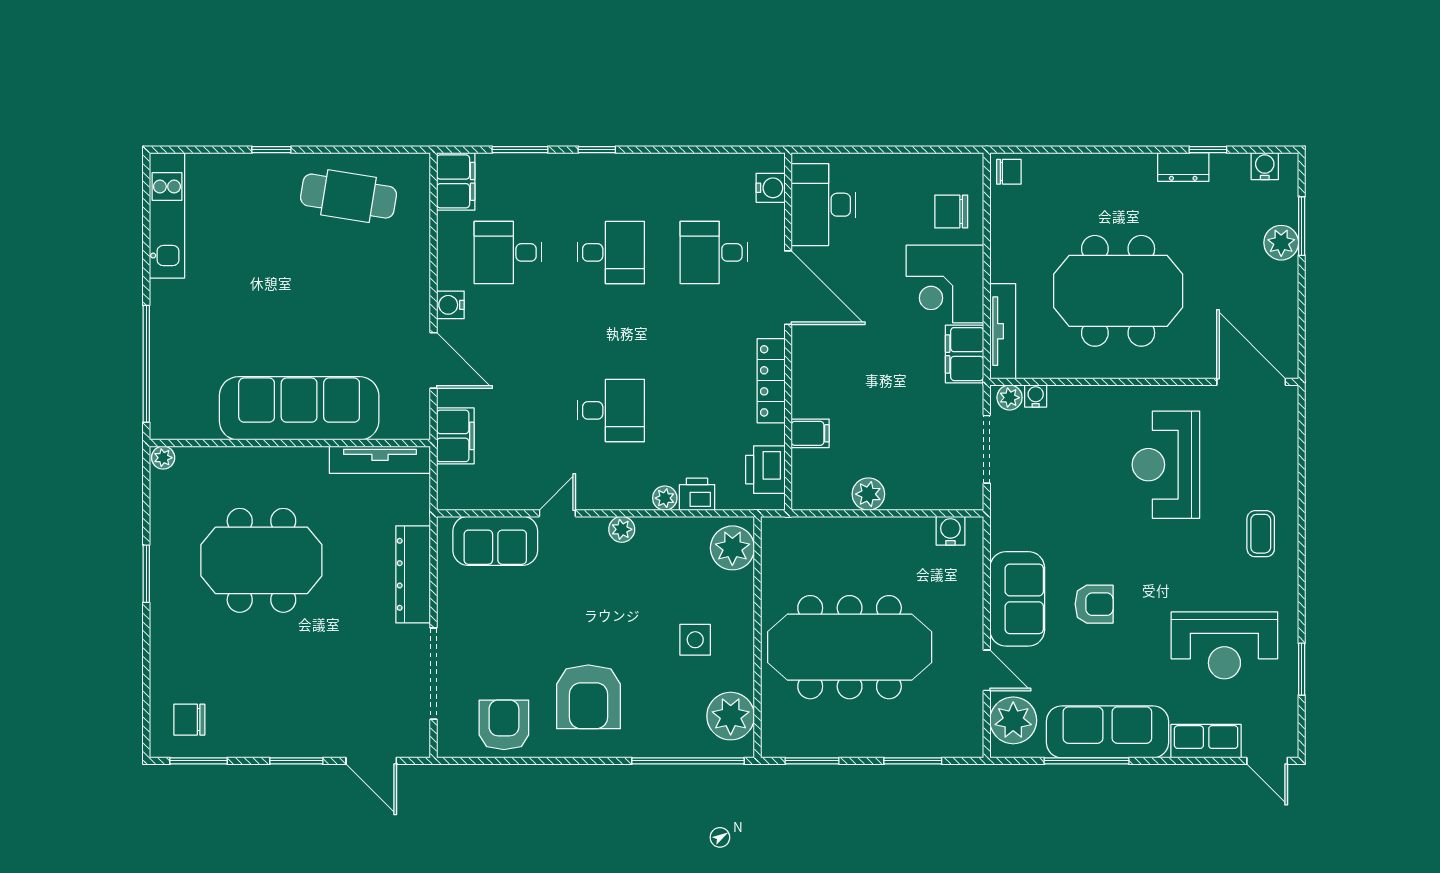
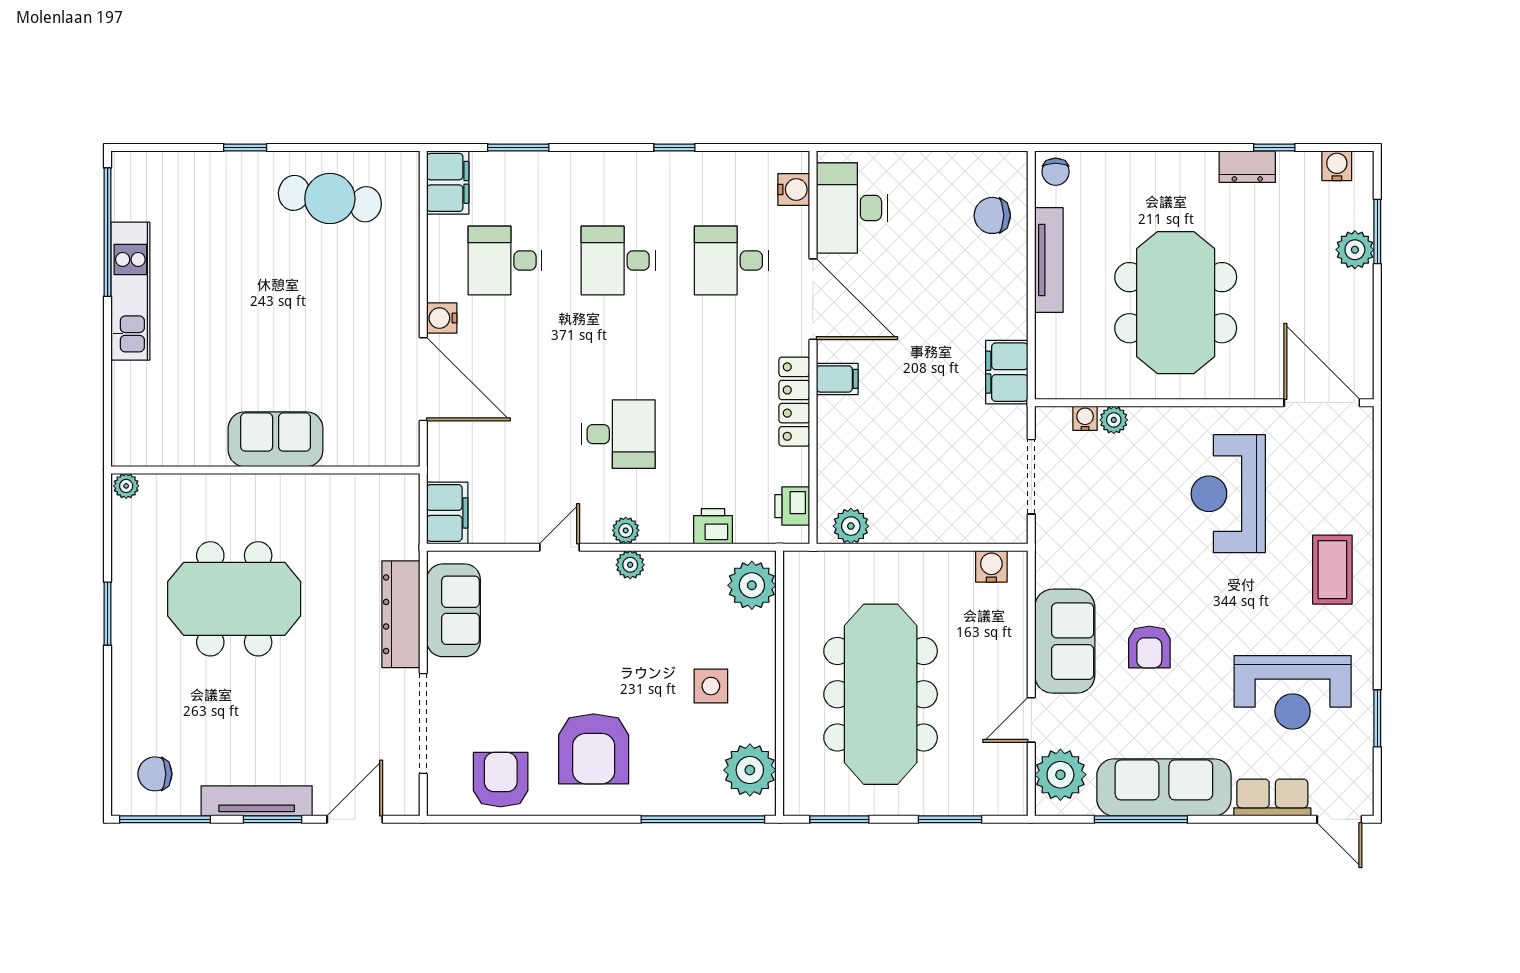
window: (597, 150) -> (674, 147), moved
chair: (1009, 172) -> (1056, 172), turned 90
kitchen unit: (167, 215) -> (130, 291), moved
desk: (611, 252) -> (618, 260), turned 180
corner desk: (945, 284) -> (985, 295), removed
meeting table: (1118, 291) -> (1176, 303), turned 90
tv unit: (1003, 331) -> (1049, 260), moved
door: (434, 360) -> (423, 379), width x1.36
window: (146, 364) -> (108, 232), moved
plant: (1010, 398) -> (1114, 420), moved
sofa: (299, 408) -> (276, 439), width x0.54, depth x0.79
filing cabinet: (810, 433) -> (837, 379), moved
filing cabinet: (455, 436) -> (447, 513), moved
tv unit: (380, 460) -> (257, 801), moved, turned 180
printer: (765, 470) -> (792, 506), width x0.73, depth x0.81
plant: (868, 494) -> (851, 526), moved
plant: (665, 498) -> (626, 530), moved
coffee table: (1261, 534) -> (1332, 570), width x1.36, depth x1.30
sofa: (495, 541) -> (454, 610), moved, turned -90
armchair: (1094, 604) -> (1149, 647), turned 90
meeting table: (850, 647) -> (881, 694), turned 90
door: (987, 670) -> (1031, 720), swing flipped
window: (199, 761) -> (165, 819), width x1.44
door: (371, 761) -> (355, 819), swing flipped

